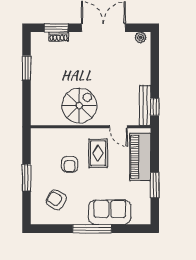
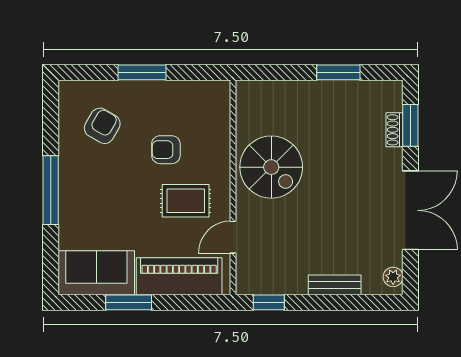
bench: (145, 105) -> (335, 285), moved, width x0.73
sofa: (110, 212) -> (96, 273), moved, turned -90

